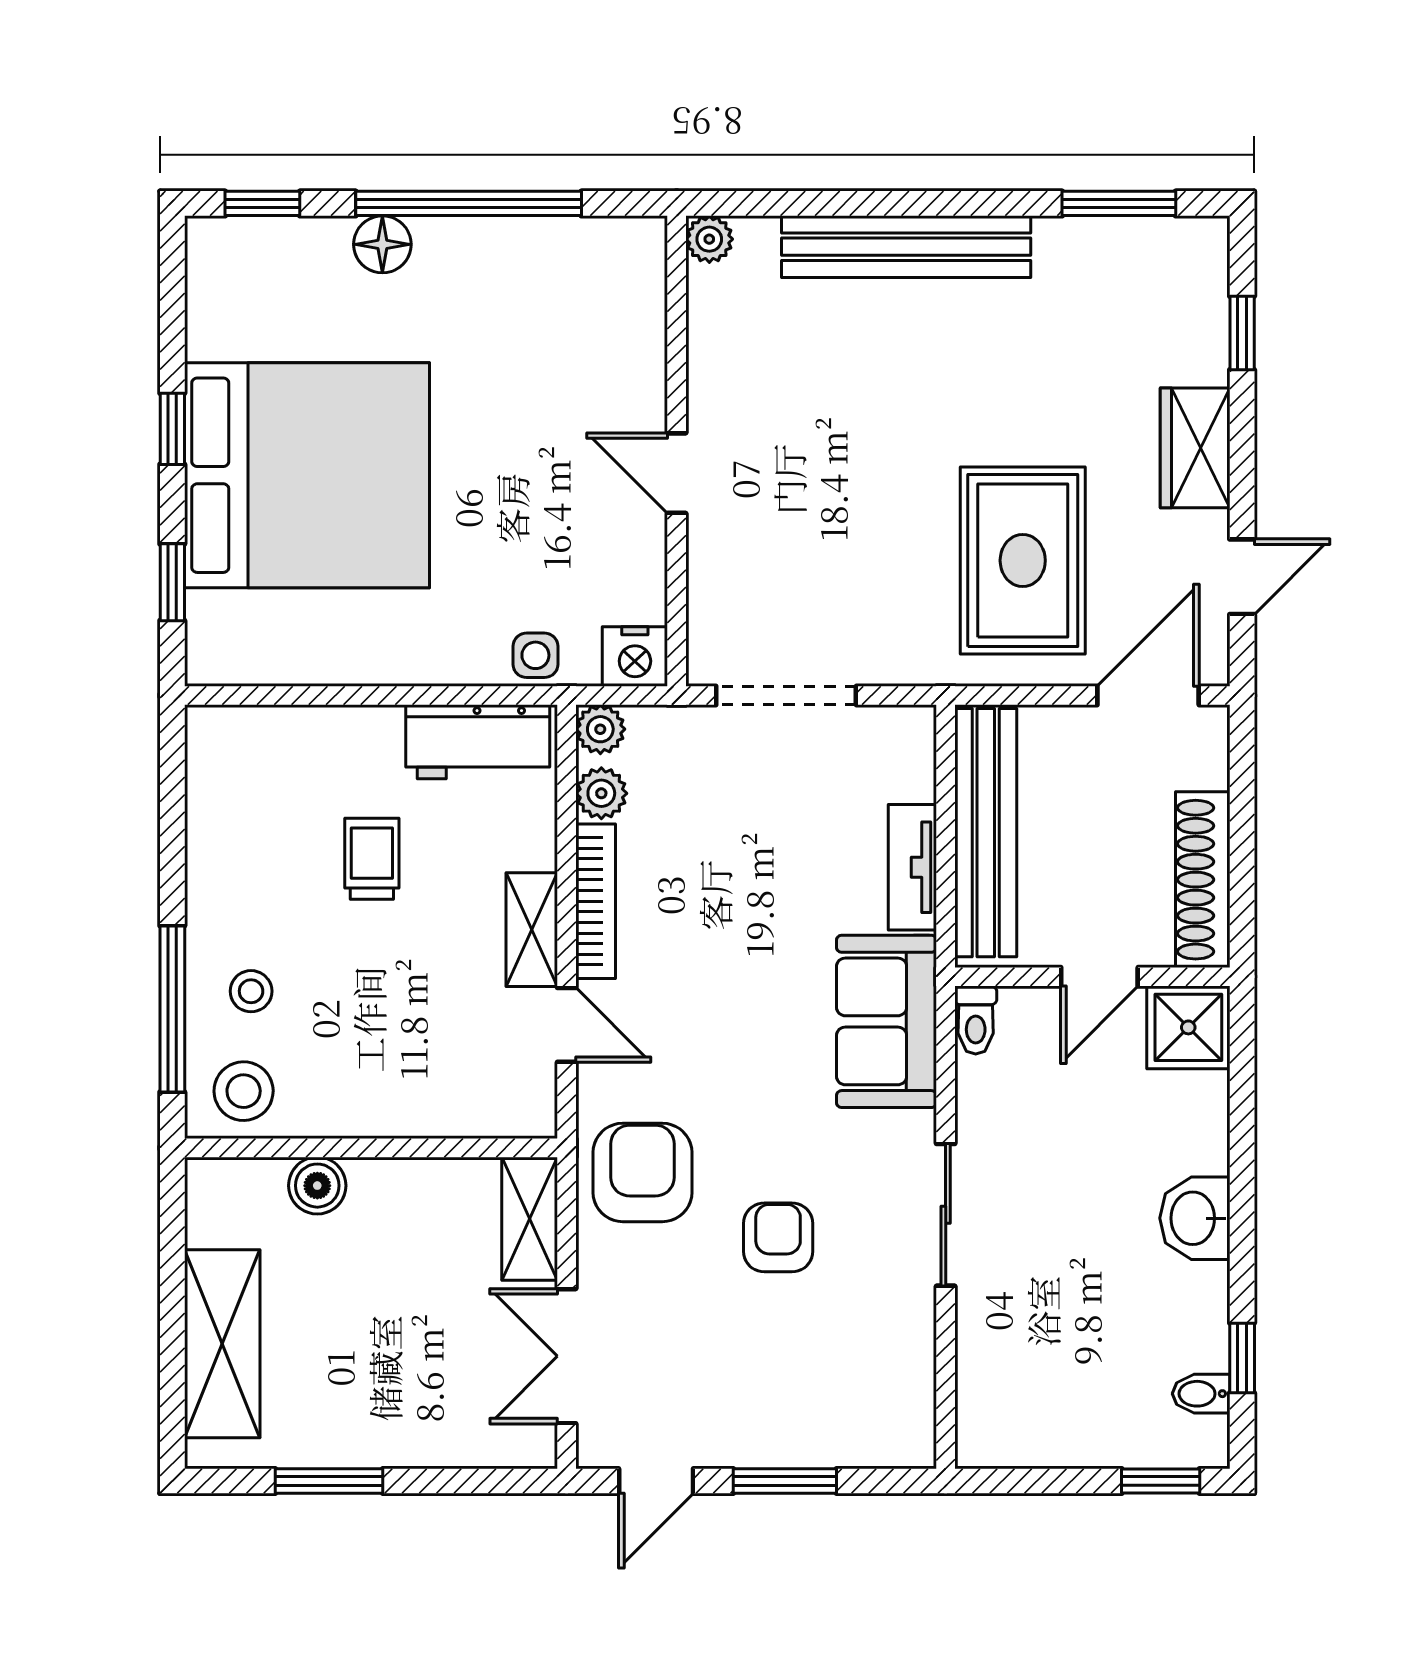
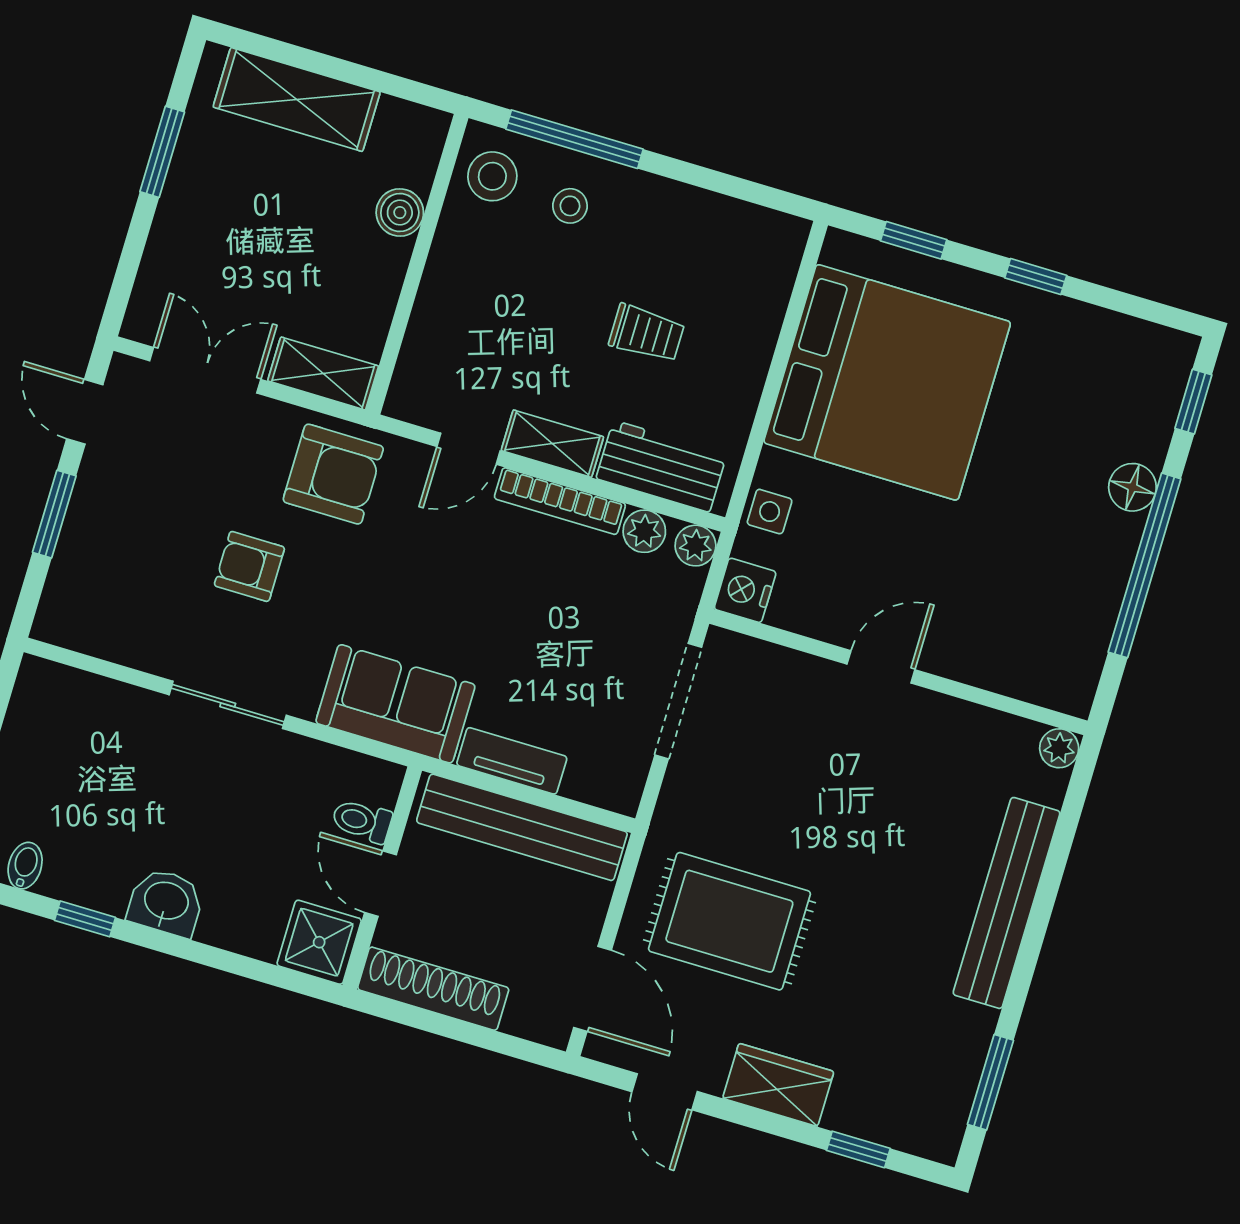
bed: (307, 475) -> (887, 382), moved, turned -90
workbench: (478, 742) -> (661, 466), moved, turned 90
toilet: (976, 1020) -> (362, 821), moved
armchair: (778, 1237) -> (249, 566), turned 180
window: (1242, 1358) -> (85, 919), moved

